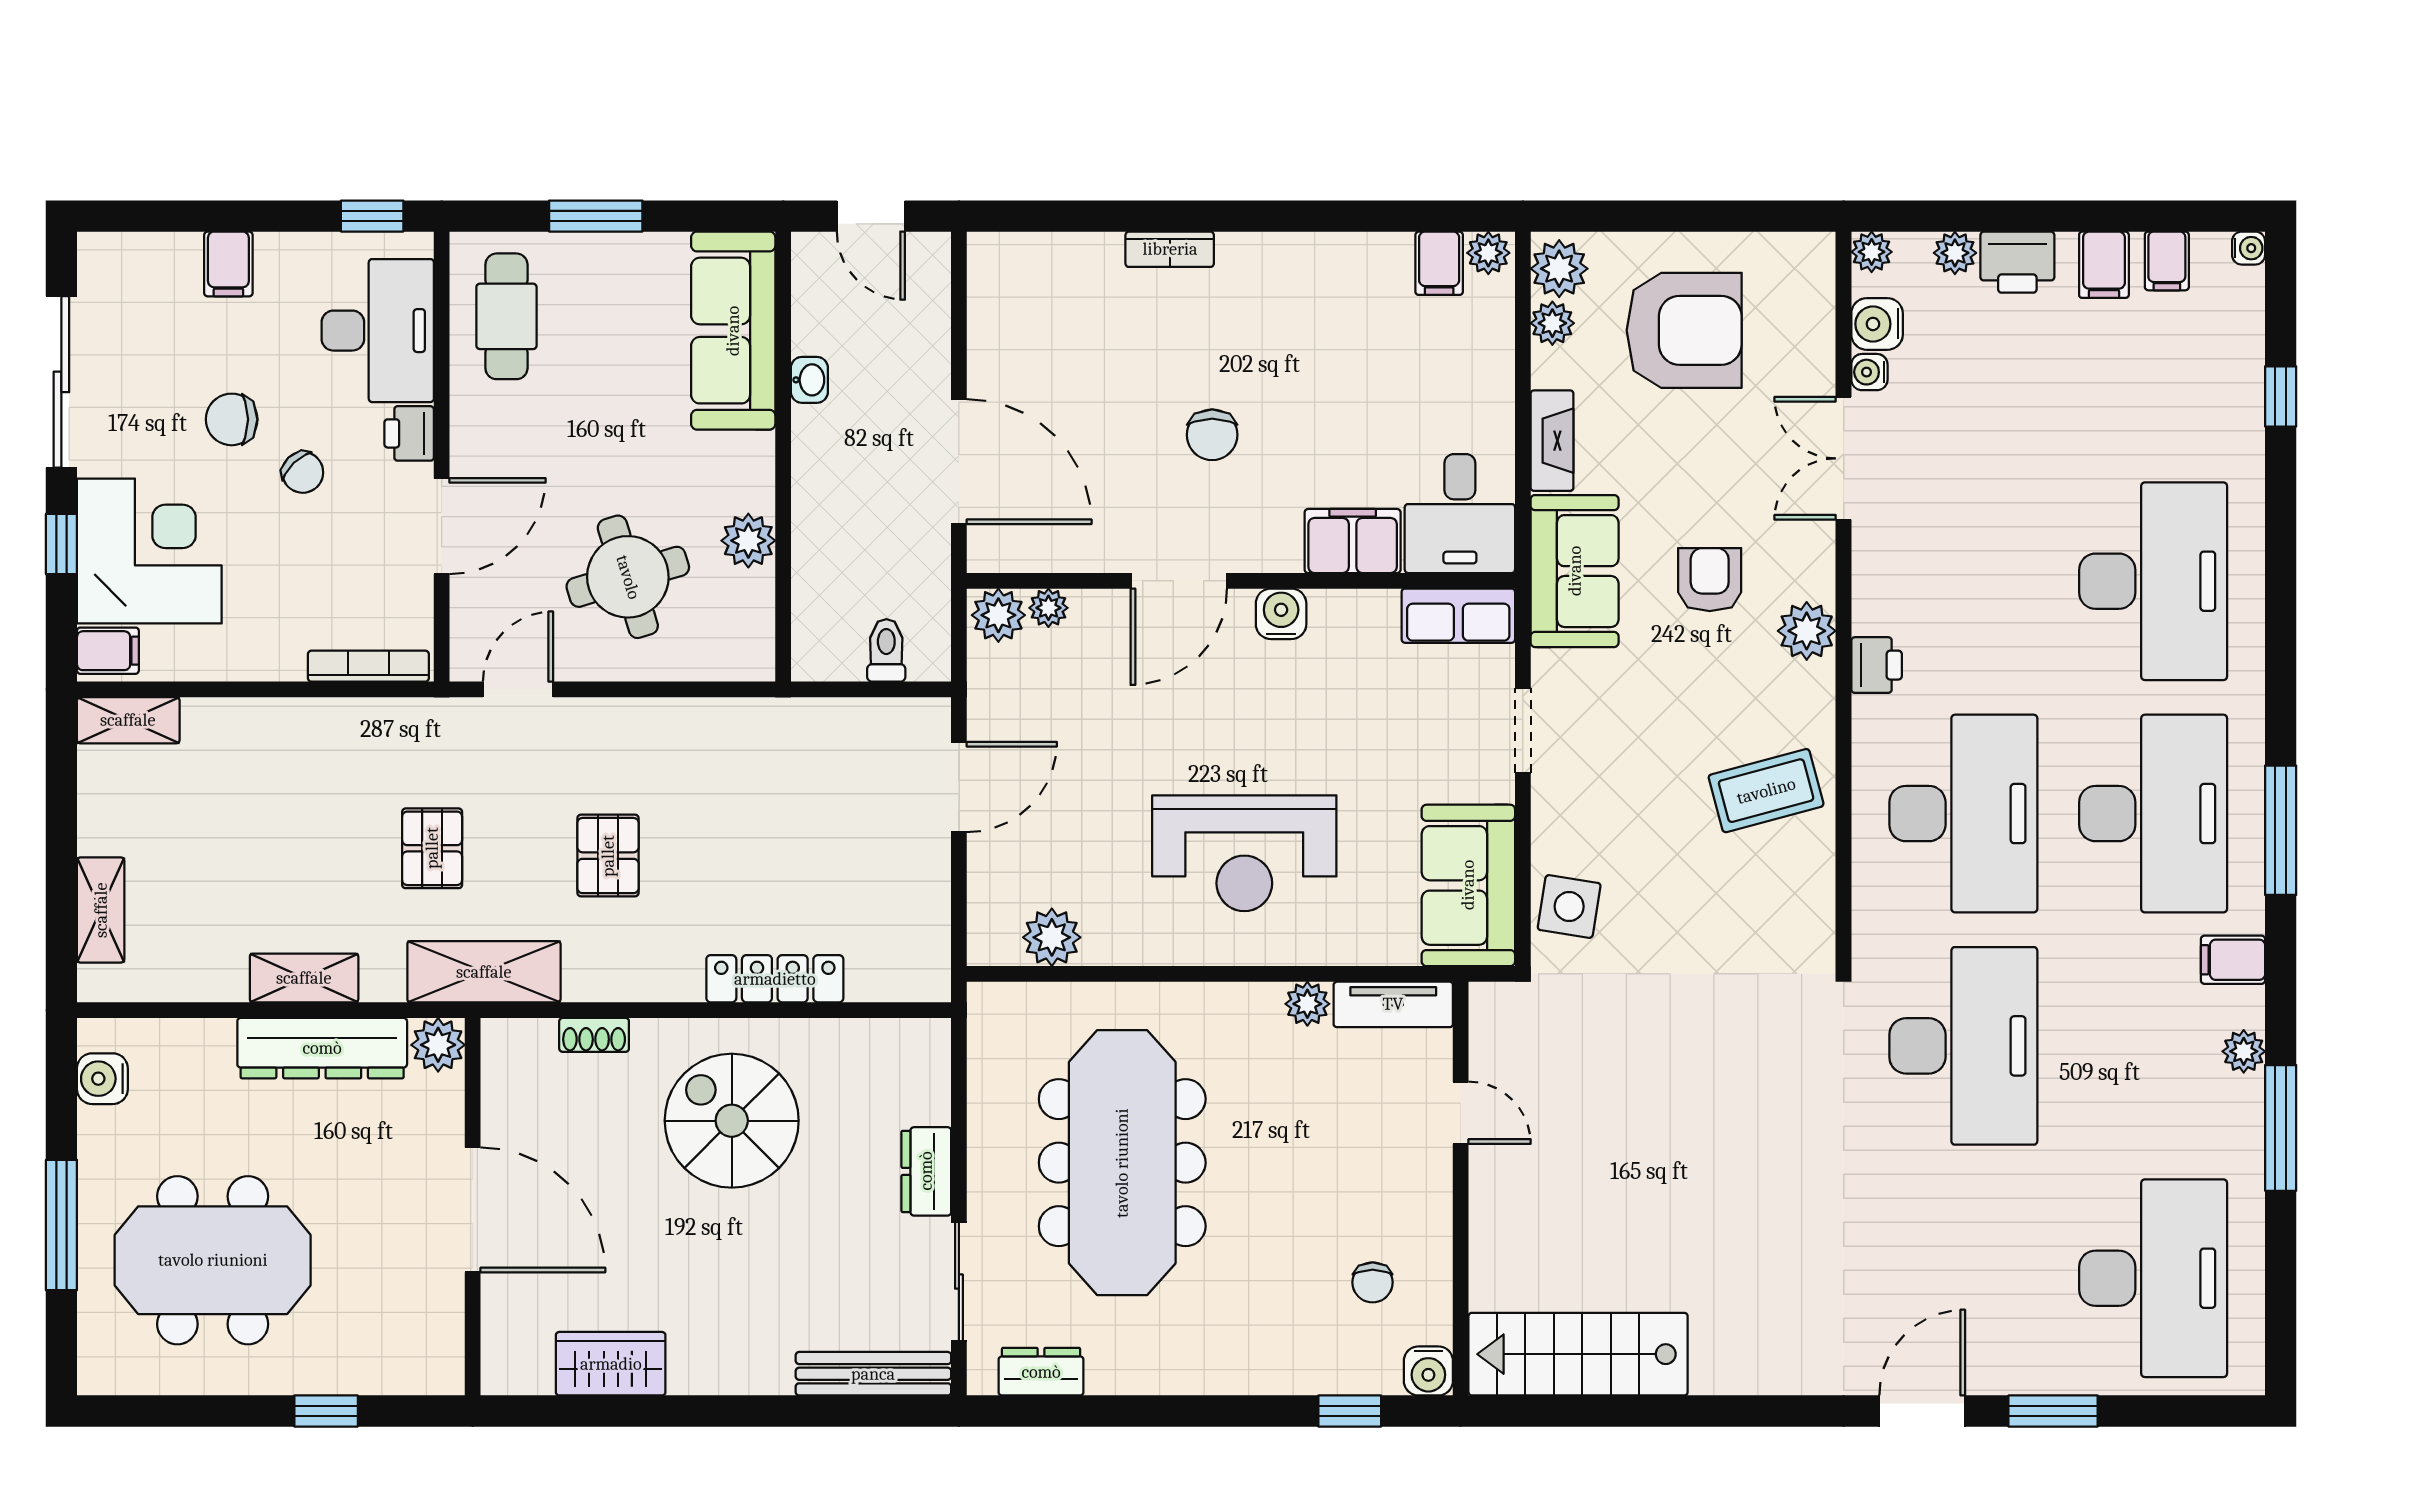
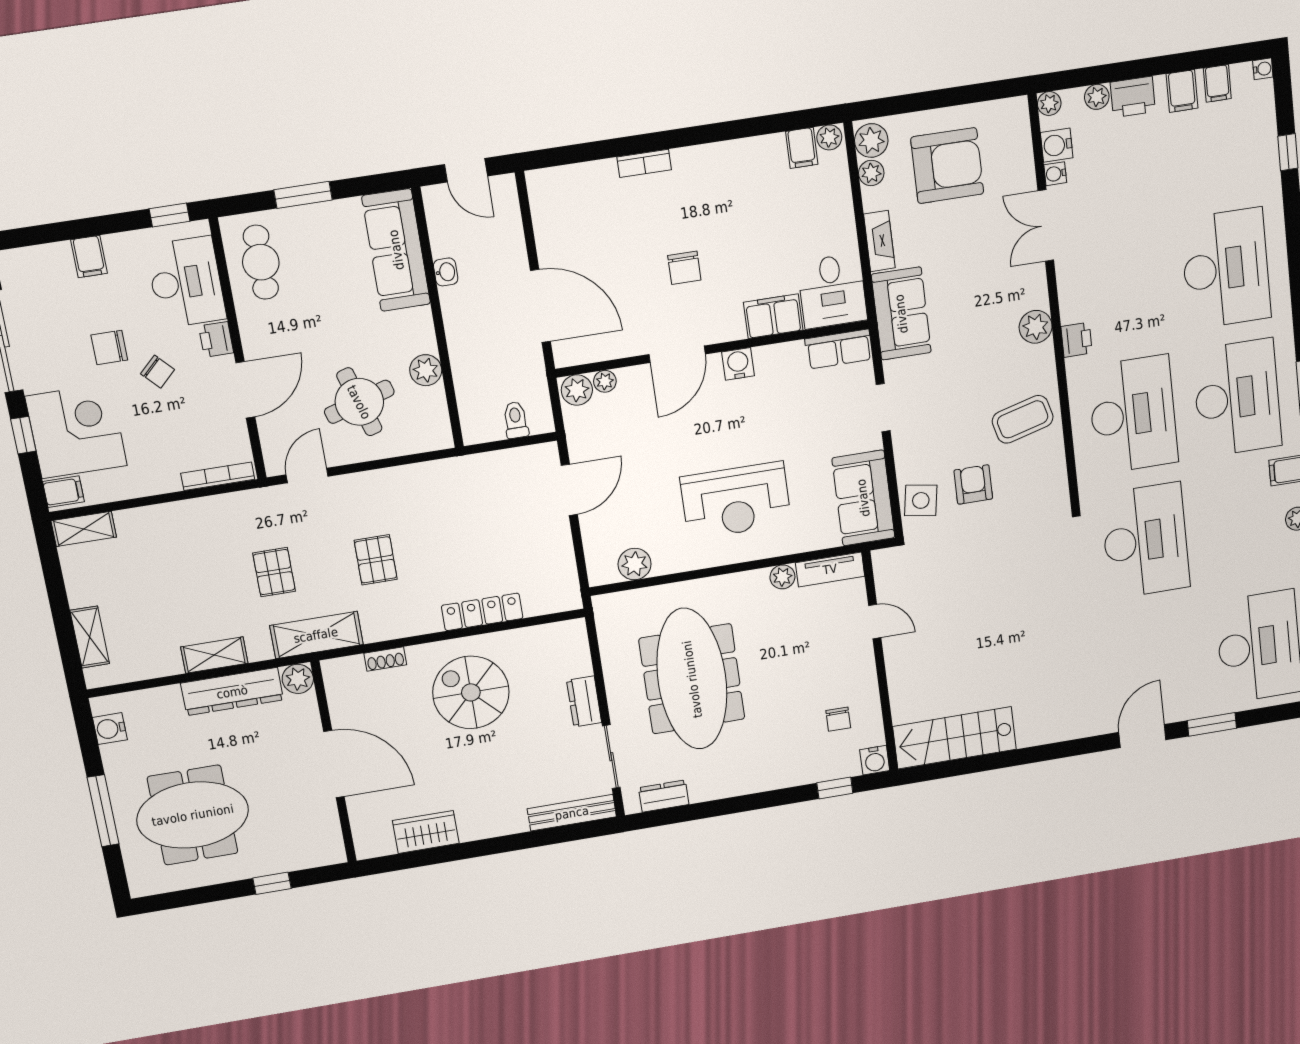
armchair: (1710, 580) -> (973, 484), moved

